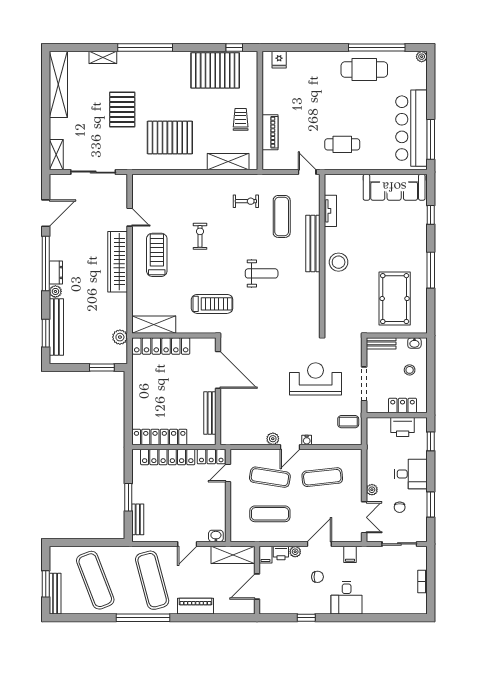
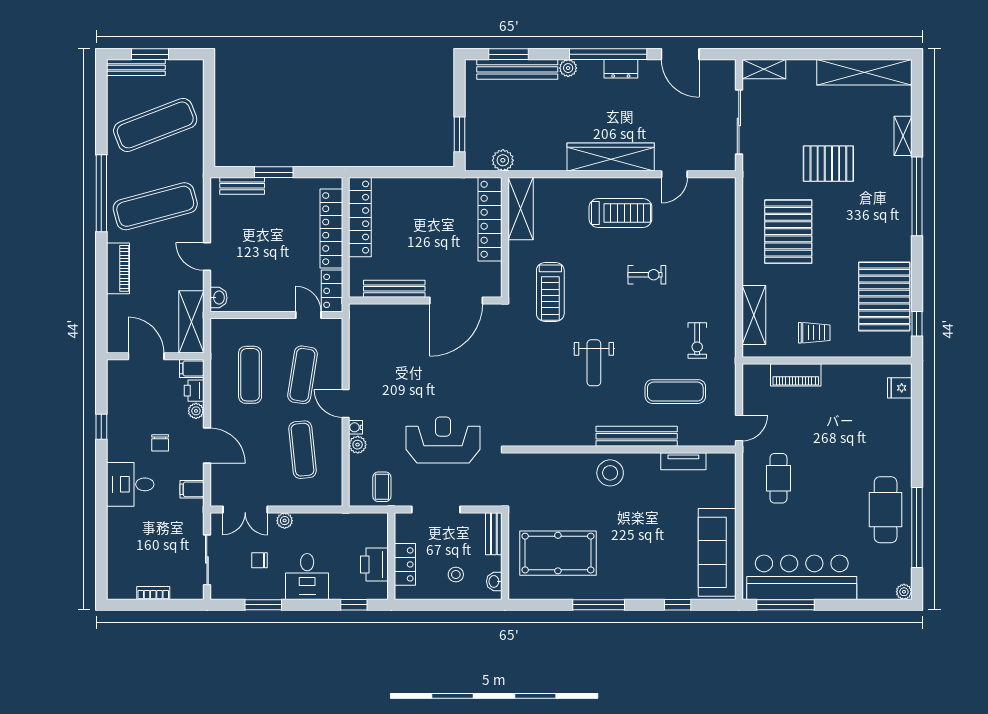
dresser: (56, 272) -> (621, 69), moved
reception desk: (316, 379) -> (443, 440), turned -90
plant: (273, 439) -> (358, 445), moved

